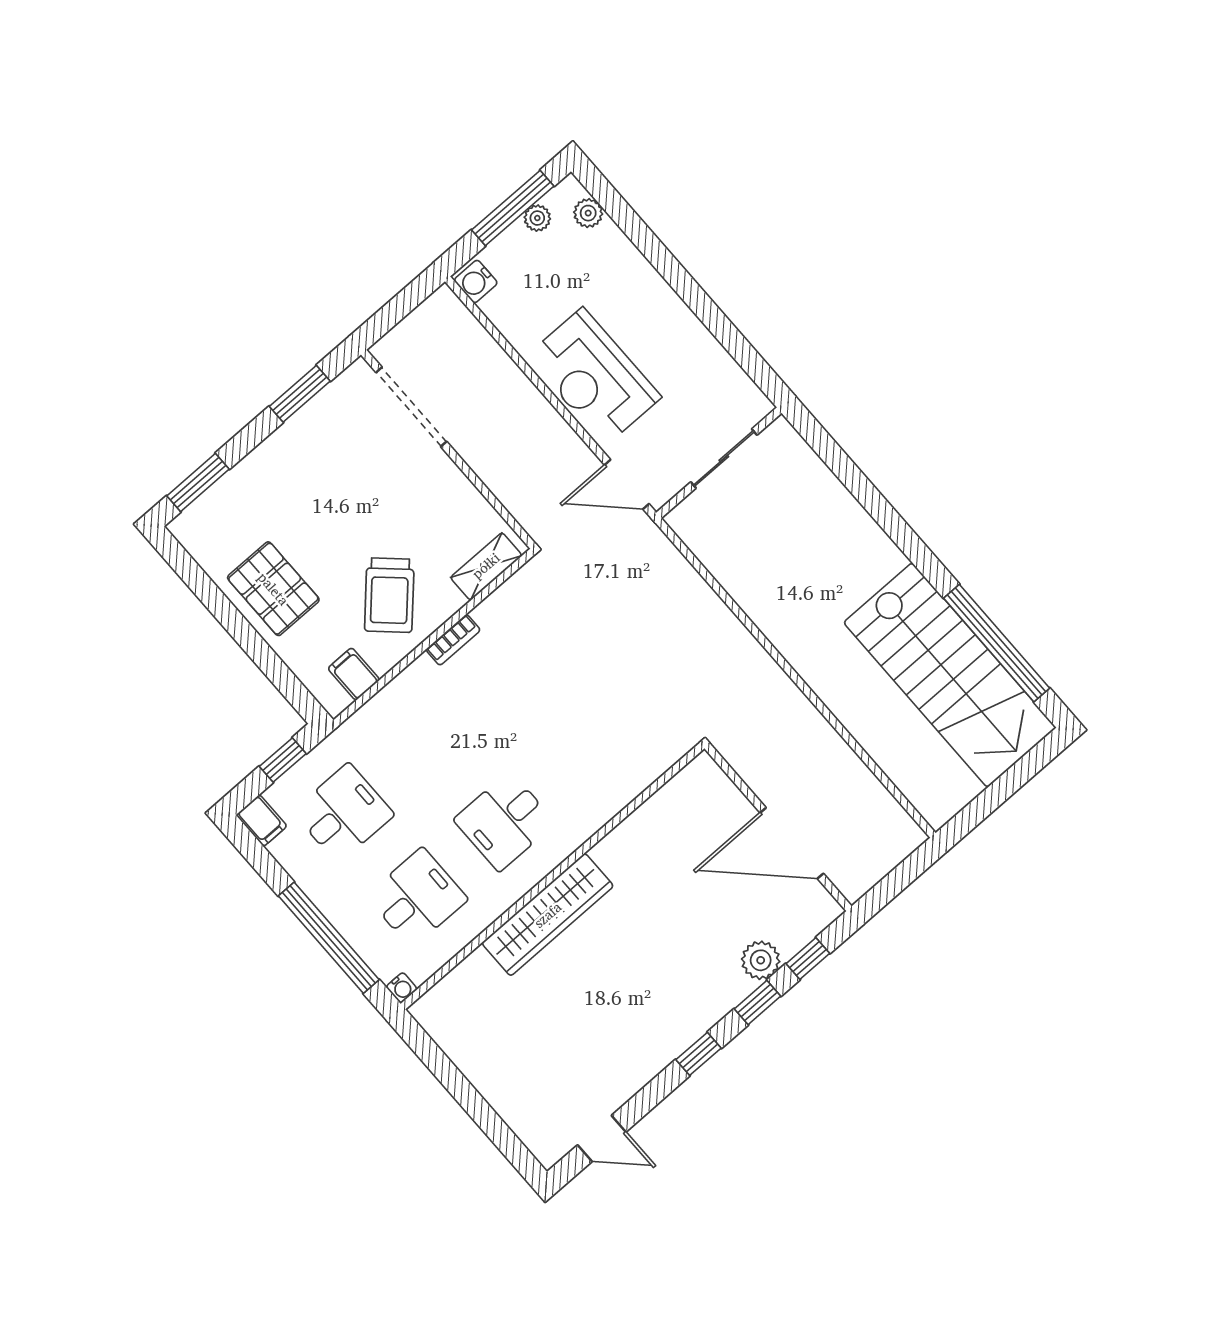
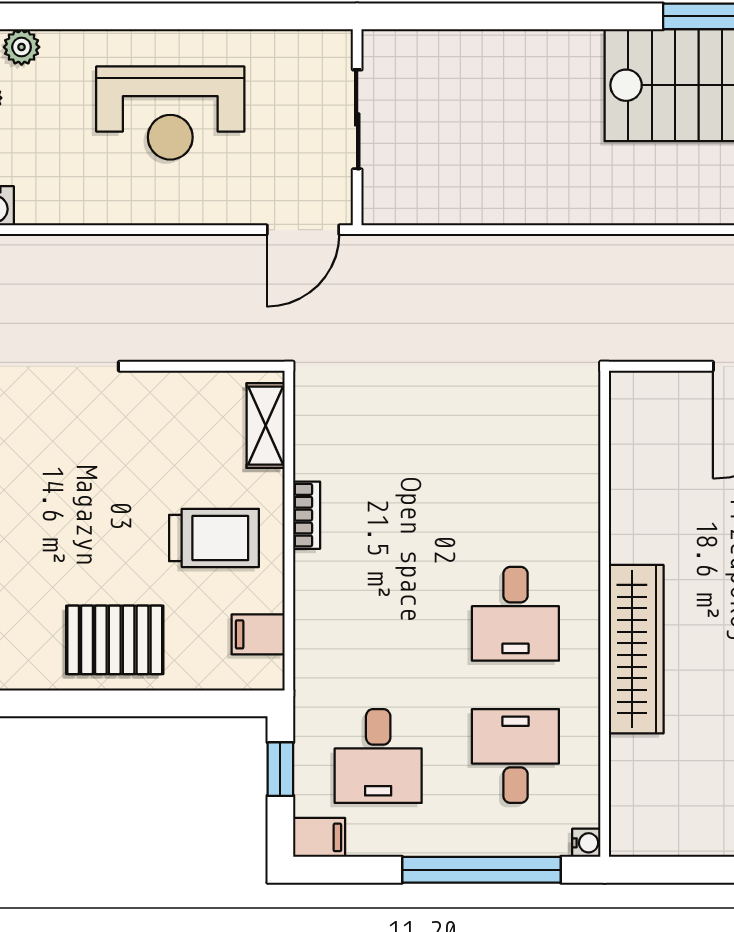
reception desk: (594, 377) -> (170, 113), moved
trolley: (389, 595) -> (214, 538), turned -43
desk: (343, 813) -> (378, 756), turned 180

